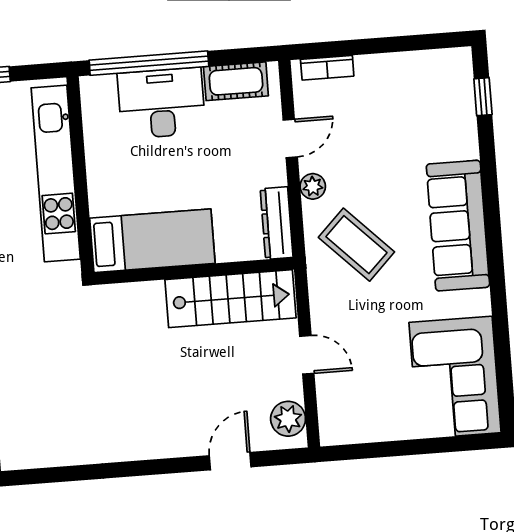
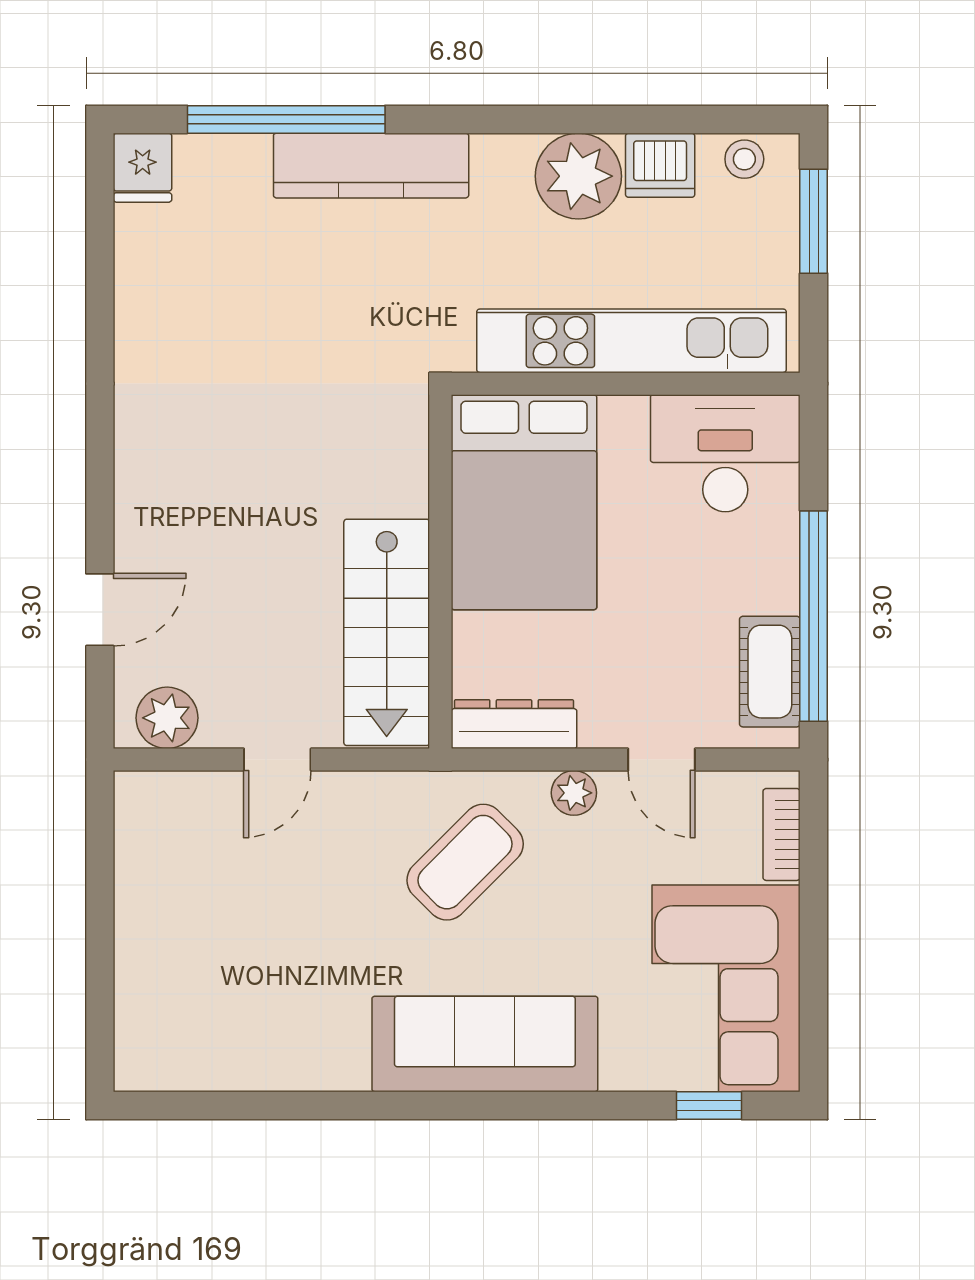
window: (149, 63) -> (814, 616), moved
desk: (161, 103) -> (725, 453), moved, turned -90
bed: (152, 241) -> (524, 502), width x1.50
corner sofa: (455, 378) -> (726, 988), moved, turned -90
door: (230, 461) -> (100, 610), hinge flipped

